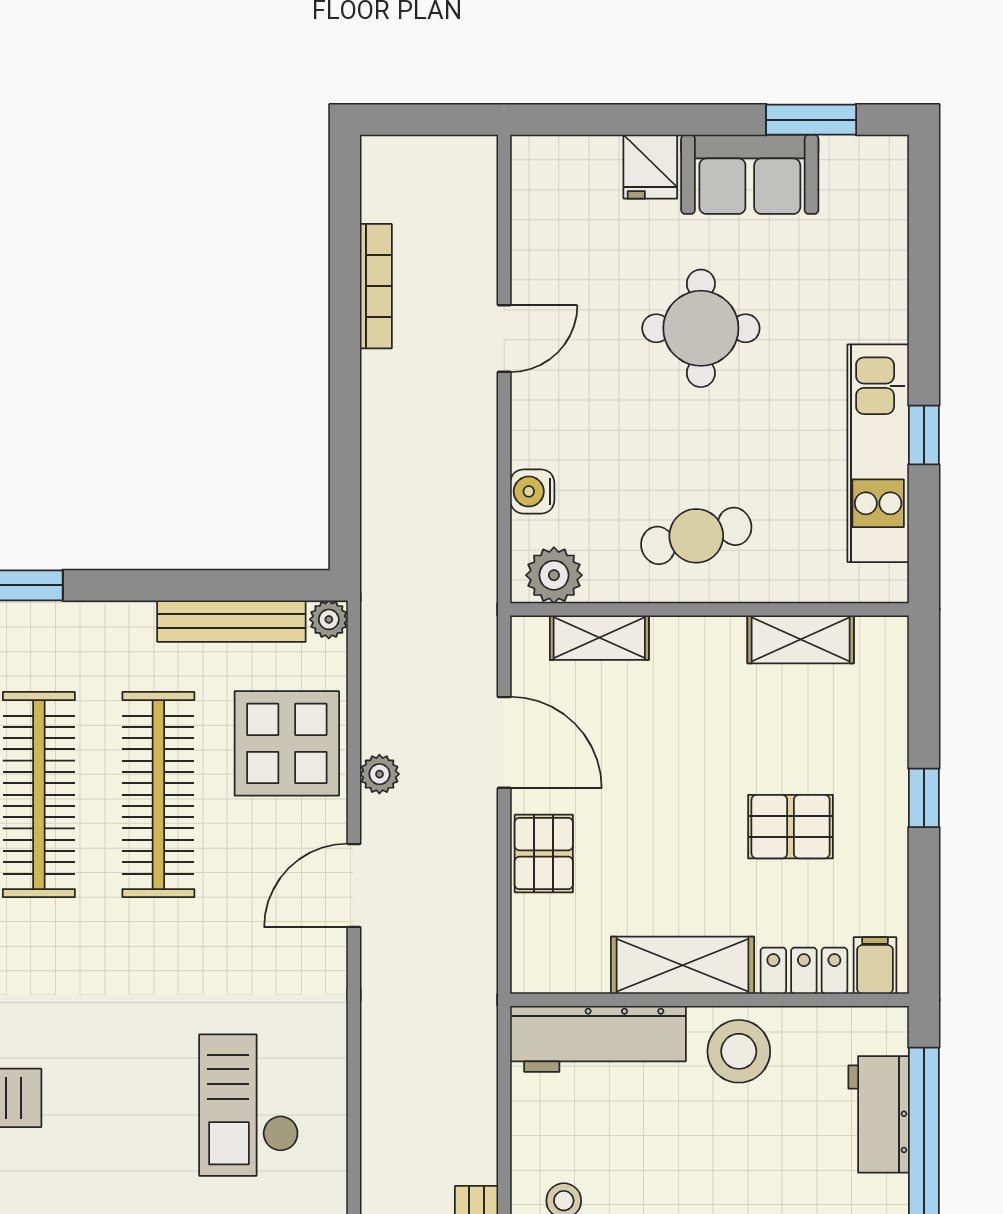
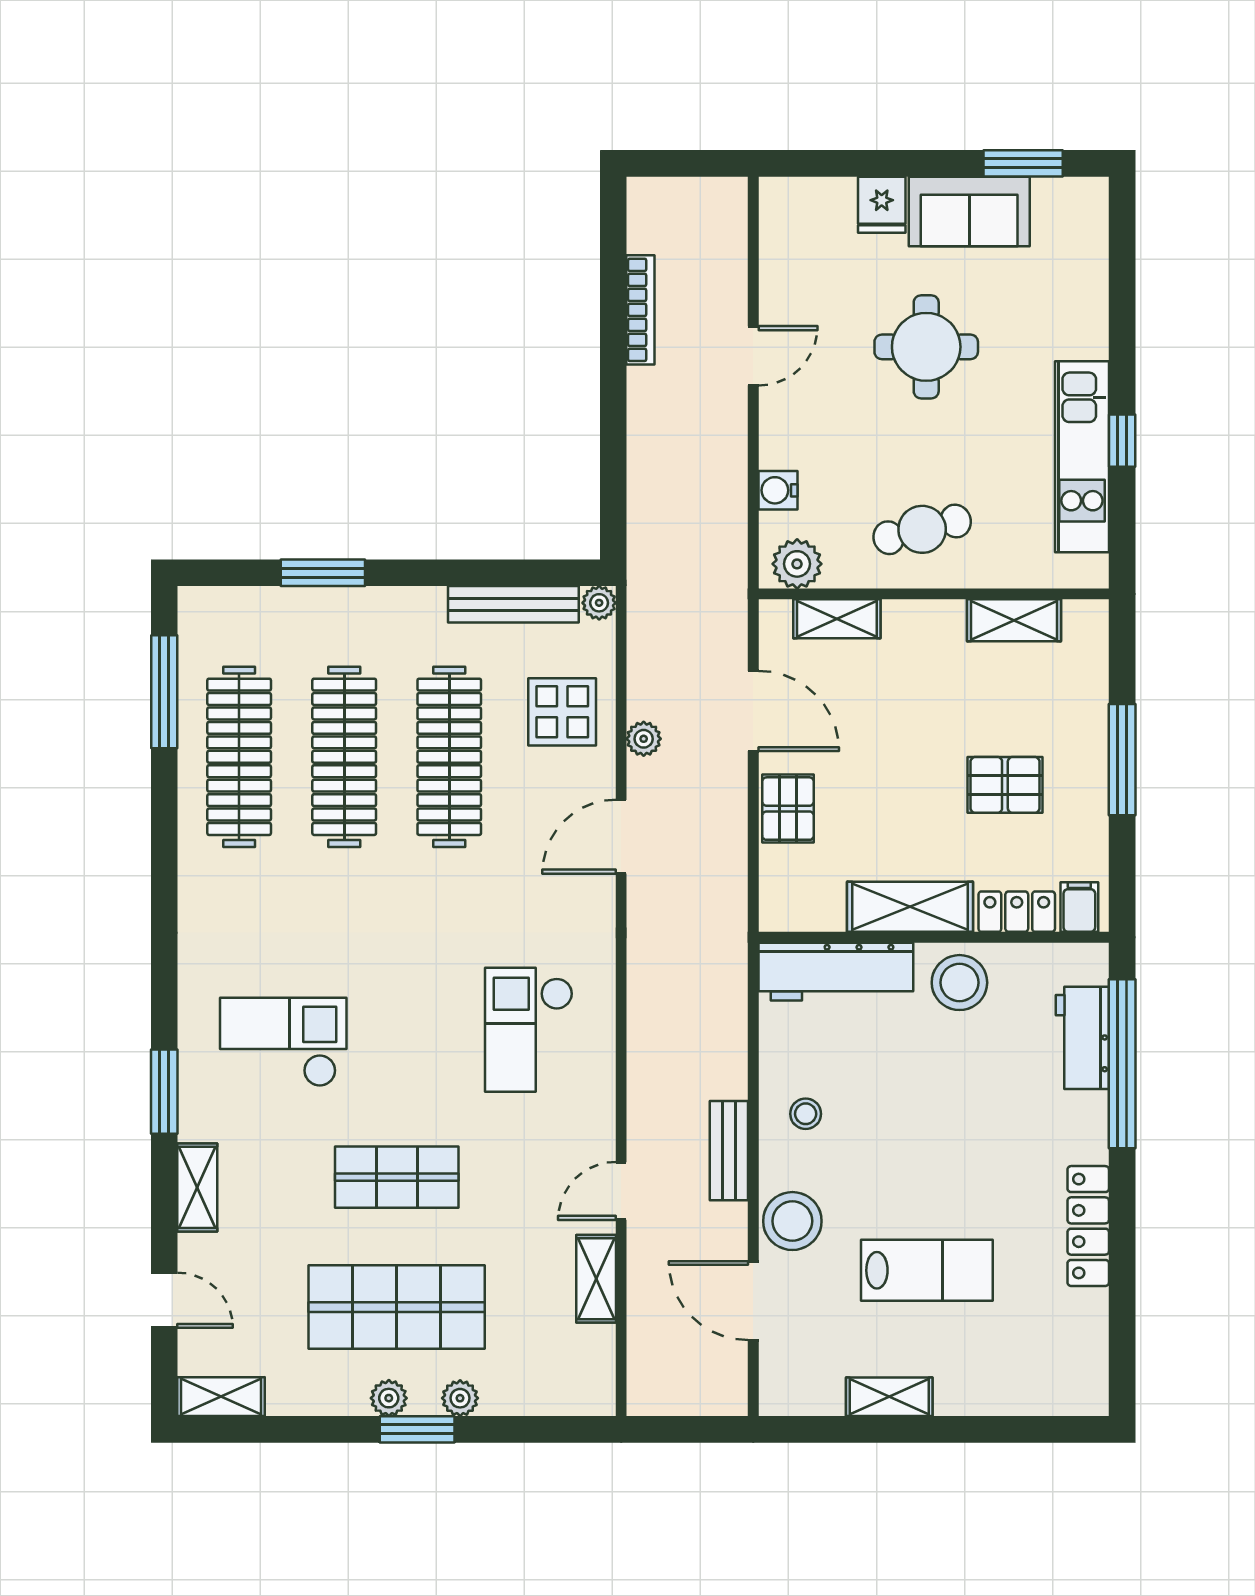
display table: (287, 743) -> (562, 712), width x0.73, depth x0.73
window: (924, 798) -> (1122, 760), width x2.17

